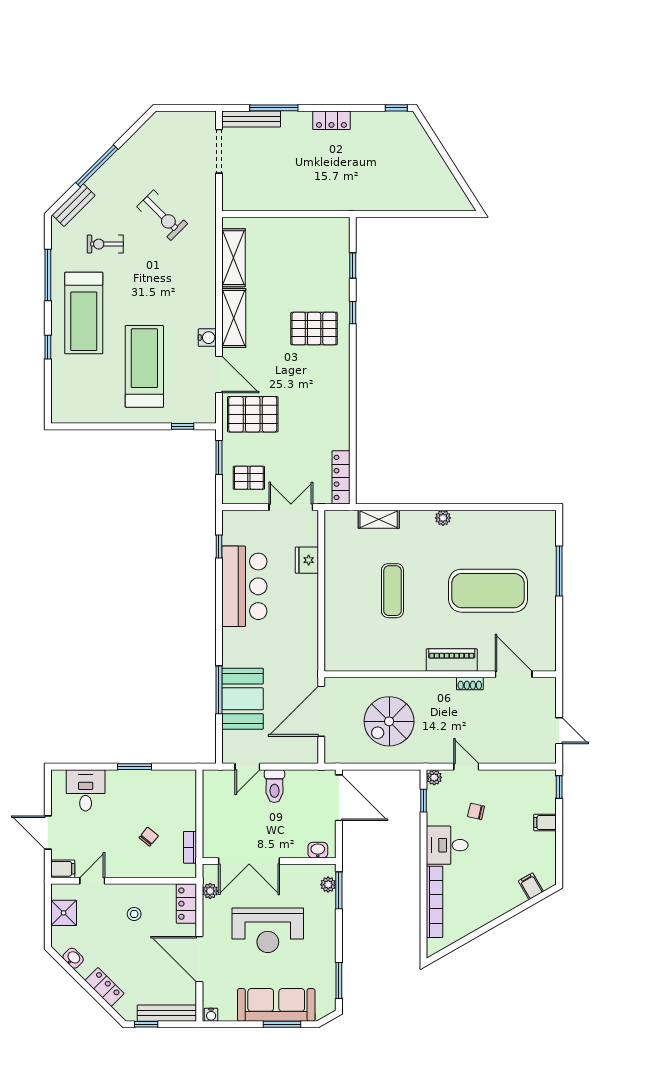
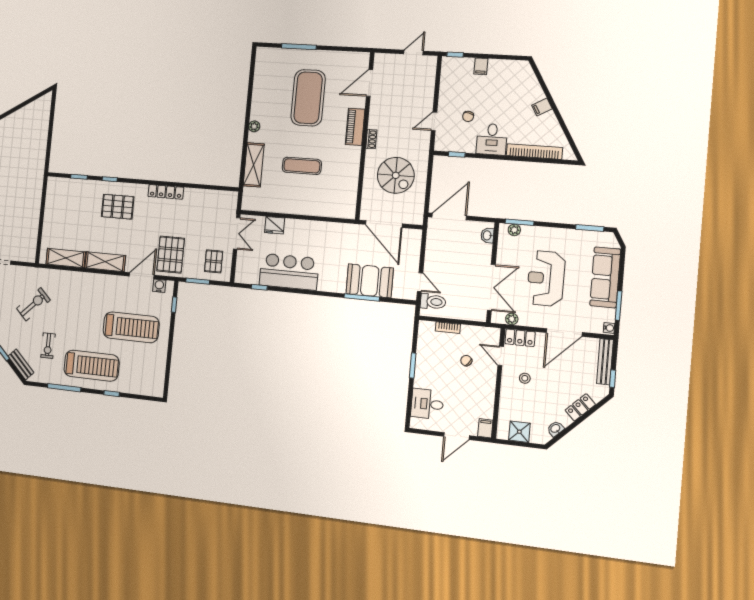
pallet: (314, 329) -> (118, 207), turned 90
water cooler: (207, 338) -> (159, 286), moved
treadmill: (144, 366) -> (131, 327), turned 180
locker: (341, 477) -> (166, 192), moved
double door: (291, 507) -> (237, 233), swing flipped
shelving: (379, 519) -> (254, 165), width x1.50, depth x1.33
shoe rack: (470, 684) -> (371, 139), moved
plant: (434, 777) -> (440, 145), removed
toilet: (274, 786) -> (433, 302), moved
bookcase: (190, 847) -> (448, 328), moved
door: (92, 881) -> (501, 356), moved
filing cabinet: (531, 886) -> (542, 107), moved
reception desk: (268, 930) -> (546, 278), turned 180
window: (282, 1024) -> (619, 306), moved

